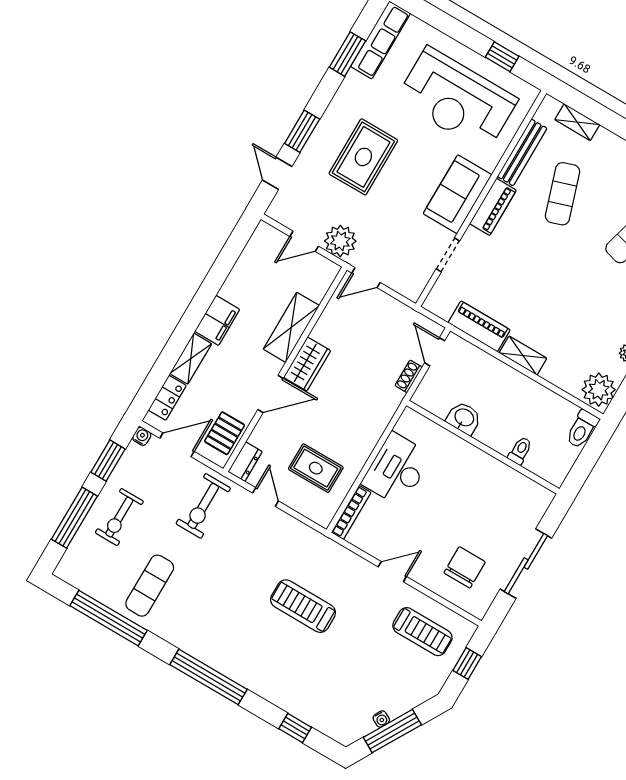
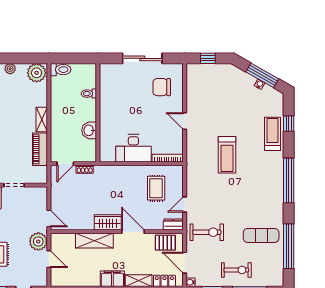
treadmill: (422, 632) -> (273, 134), moved

